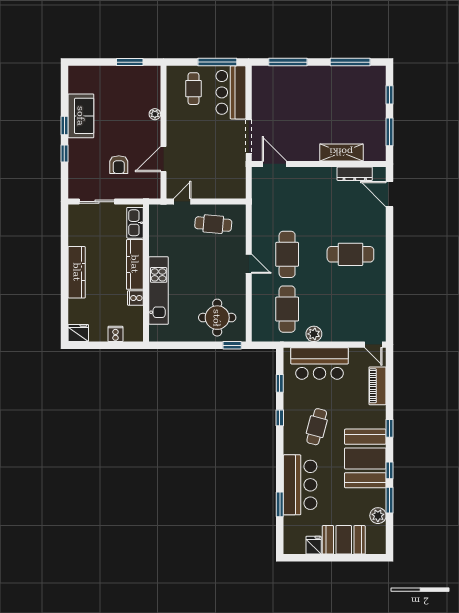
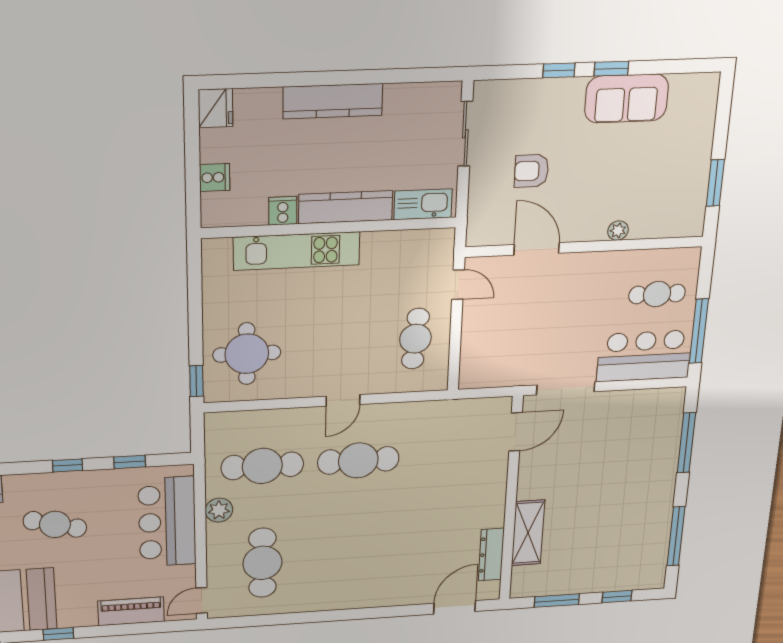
cafe table: (350, 254) -> (262, 563), moved

